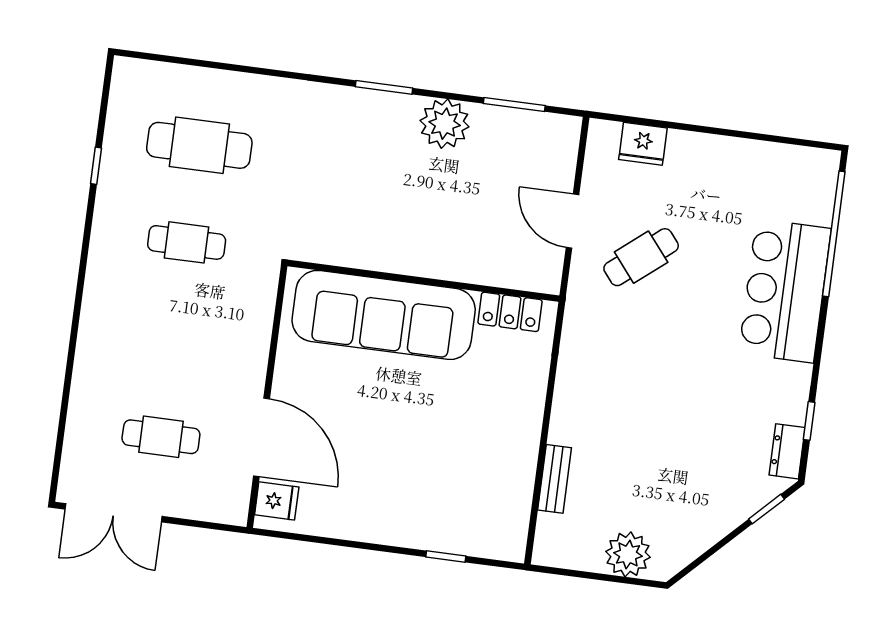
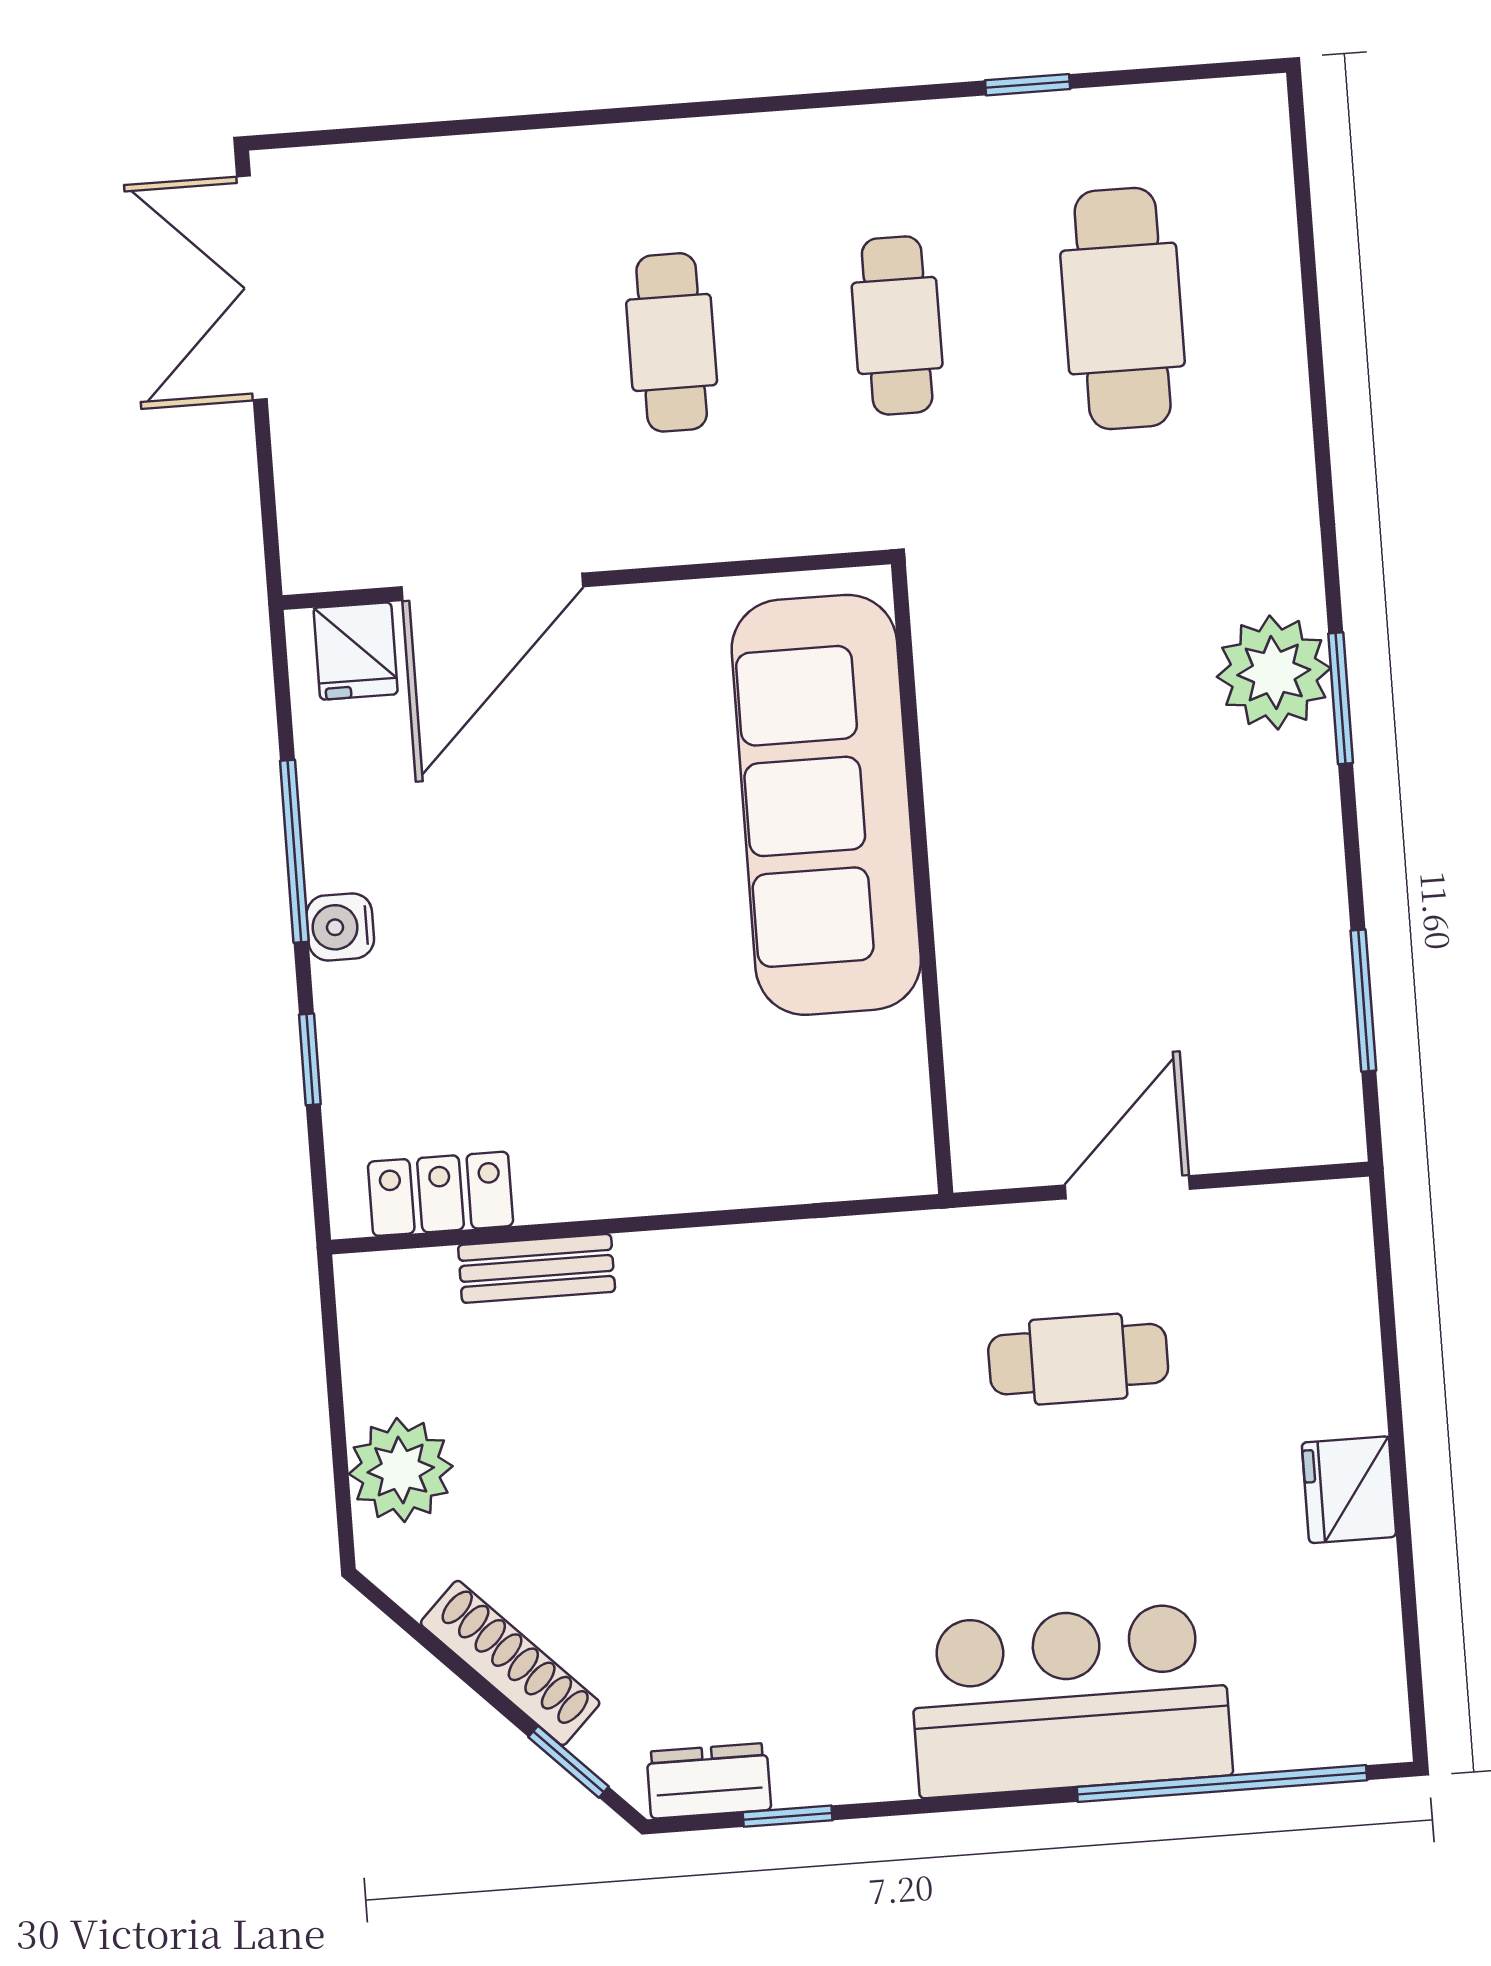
plant: (445, 124) -> (1274, 672), moved
fridge: (643, 144) -> (1349, 1490), moved
cafe table: (641, 257) -> (1078, 1359), turned -51
locker: (510, 312) -> (441, 1194), moved, turned 90
cafe table: (161, 437) -> (672, 342), moved
shoe rack: (720, 525) -> (510, 1663), added
water cooler: (392, 532) -> (340, 927), added
window: (356, 545) -> (294, 851), added

